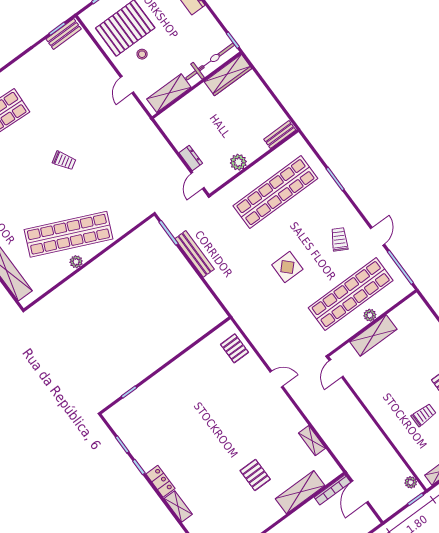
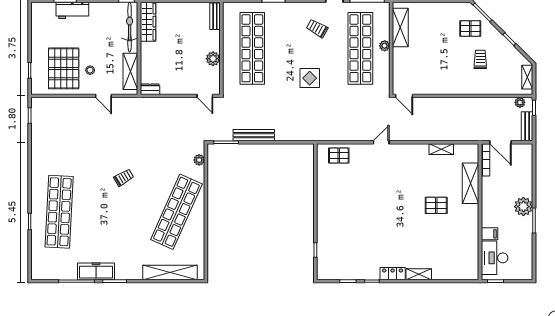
bench: (64, 34) -> (527, 126), moved
dresser: (191, 158) -> (150, 89), moved
plant: (76, 262) -> (199, 160), moved
shelving: (373, 336) -> (400, 27), moved

